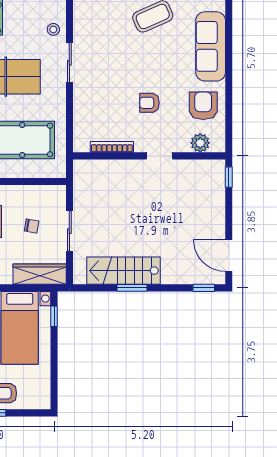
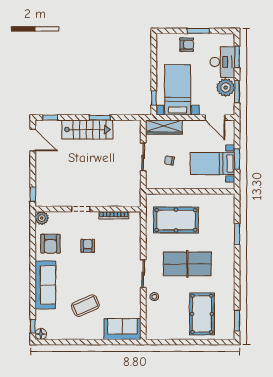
armchair: (149, 103) -> (88, 246), turned -90
plant: (200, 143) -> (42, 218), moved
stairs: (123, 271) -> (87, 130), moved

